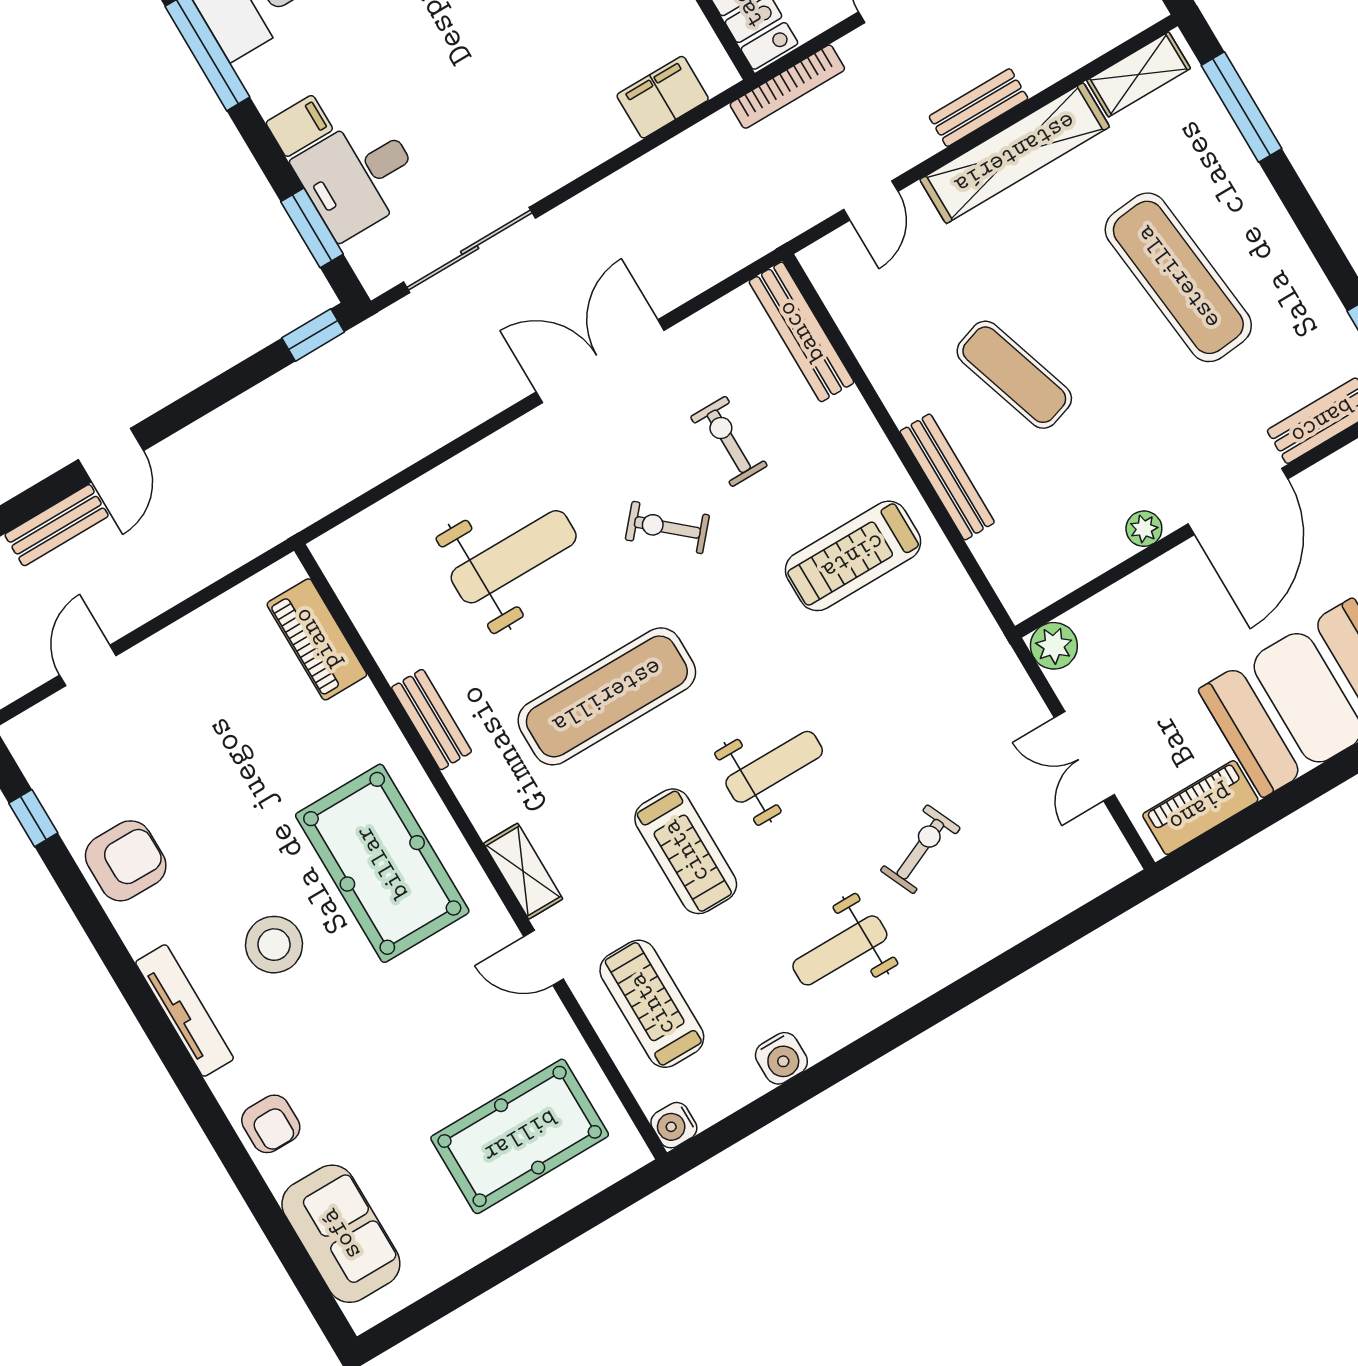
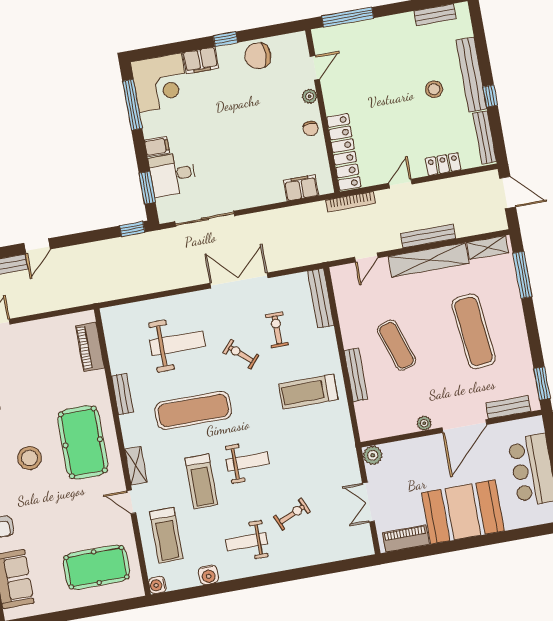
bench: (978, 108) -> (428, 236), width x1.36
treadmill: (652, 1004) -> (166, 535), turned 180

